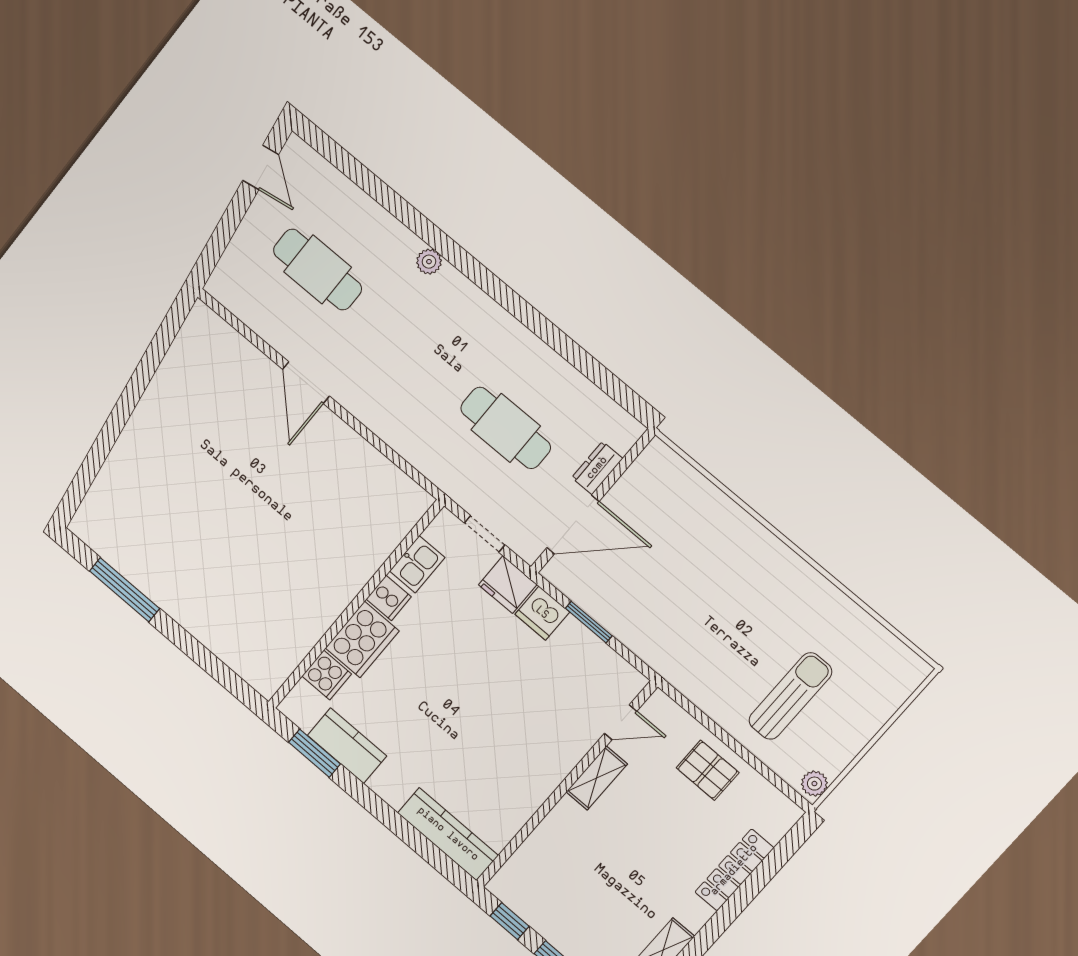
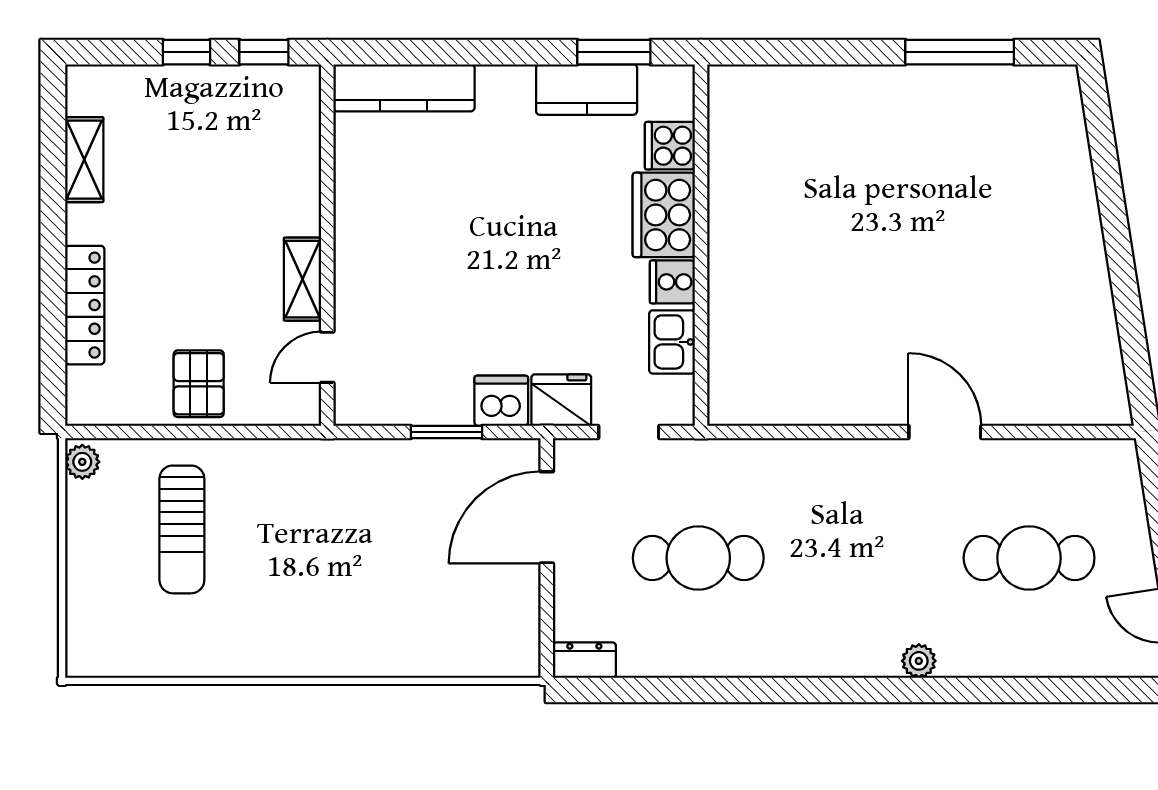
dresser: (597, 468) -> (584, 660), moved, turned -90
pallet: (708, 770) -> (199, 384), turned 90

